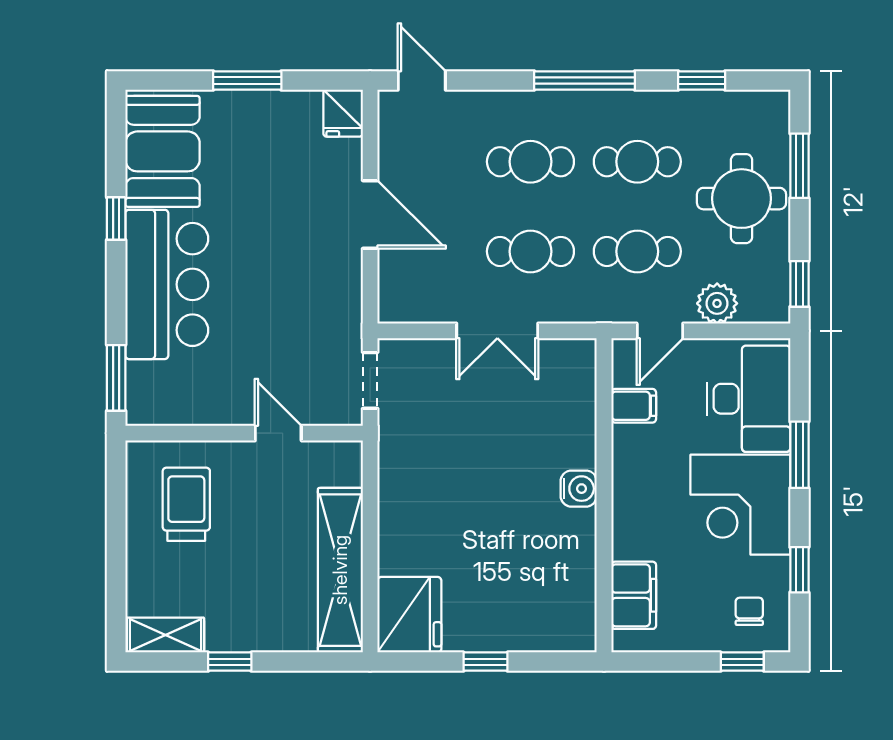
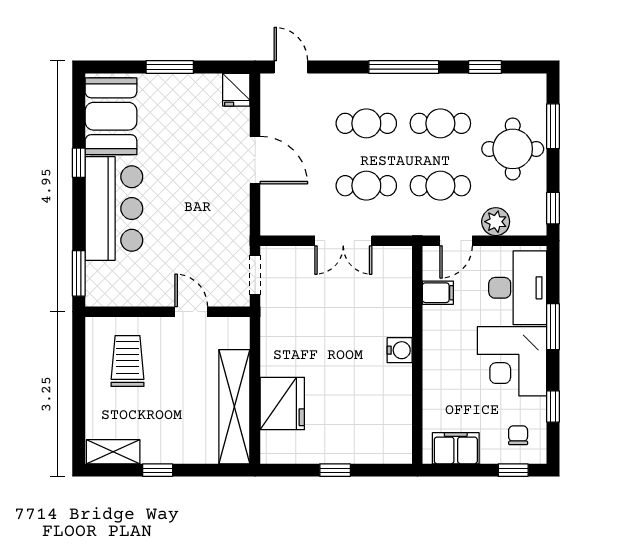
filing cabinet: (634, 595) -> (456, 448), moved, turned -90
fridge: (409, 615) -> (282, 404), moved

